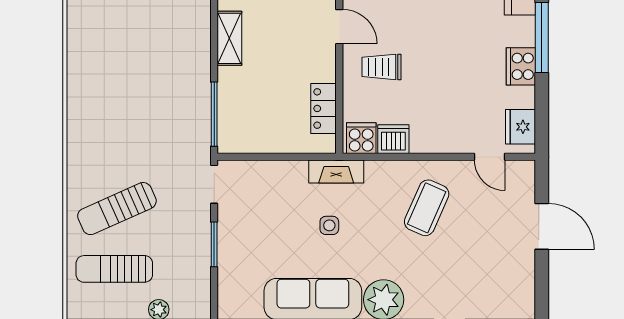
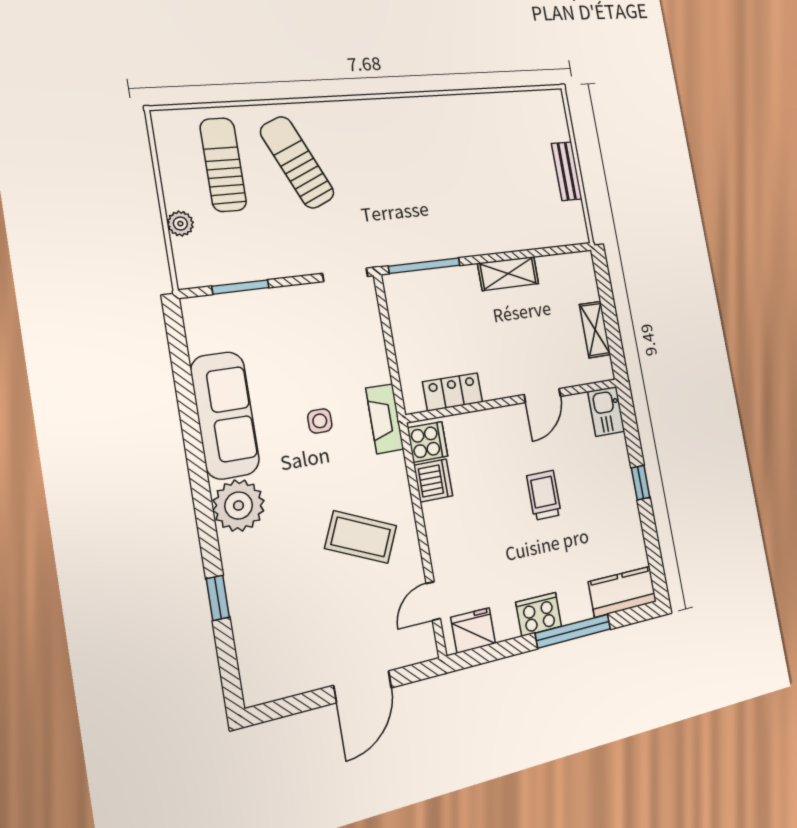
trolley: (382, 67) -> (544, 495), moved
window: (214, 244) -> (241, 287), moved

